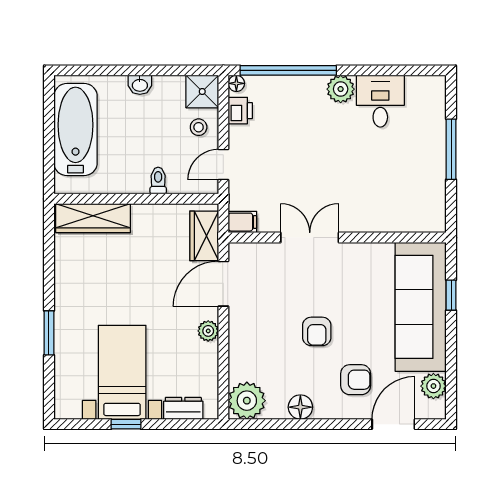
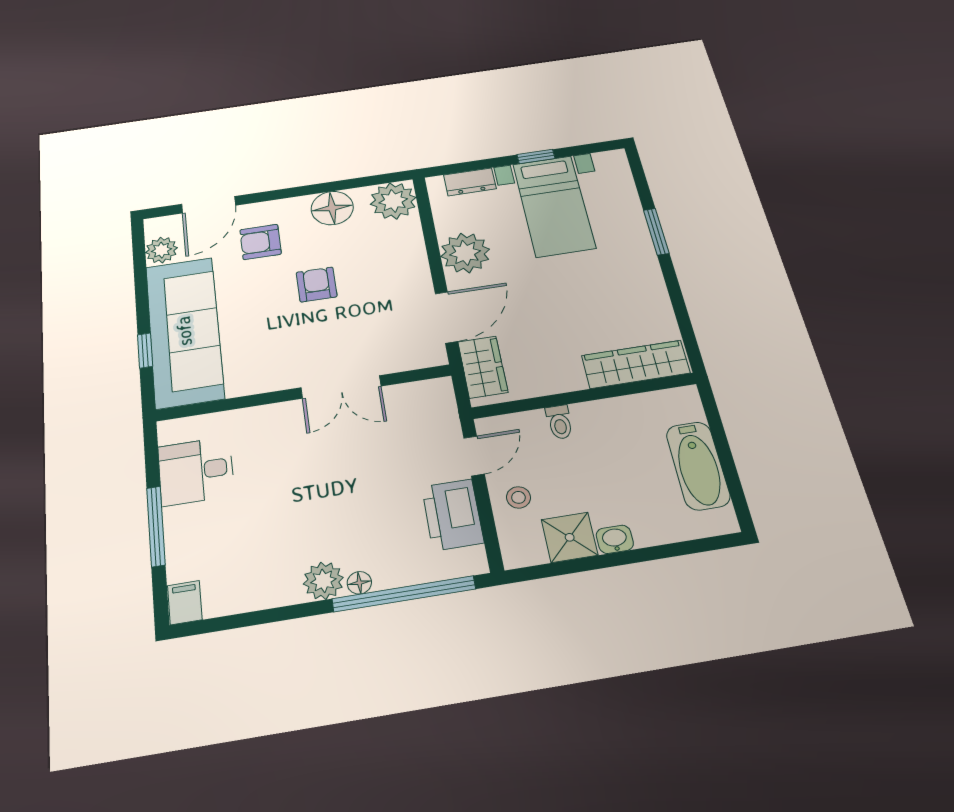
floor lamp: (236, 83) -> (359, 583), moved
shower: (202, 92) -> (570, 537), moved
desk: (380, 101) -> (196, 471), moved, turned 90
printer: (240, 111) -> (453, 515), width x1.87, depth x1.48
bathtub: (75, 130) -> (698, 466), width x0.73, depth x0.73
filing cabinet: (242, 222) -> (185, 603), moved, turned 90
plant: (208, 331) -> (465, 253), width x1.87, depth x1.87
floor lamp: (300, 407) -> (332, 208), width x1.38, depth x1.38

